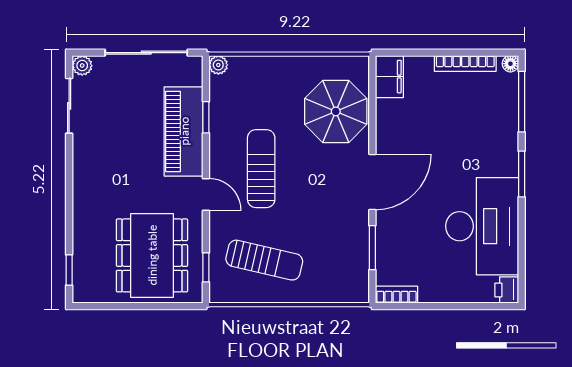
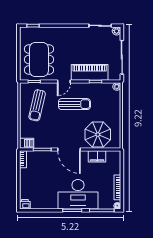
filing cabinet: (389, 77) -> (97, 156), moved
desk: (482, 226) -> (78, 194), moved
dining table: (152, 255) -> (39, 59), turned 90
barbecue: (357, 286) -> (27, 143), added

